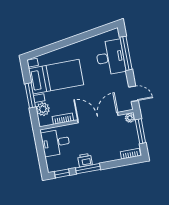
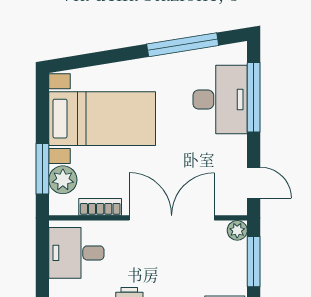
window: (88, 35) -> (183, 45), added
window: (30, 95) -> (42, 169), moved

